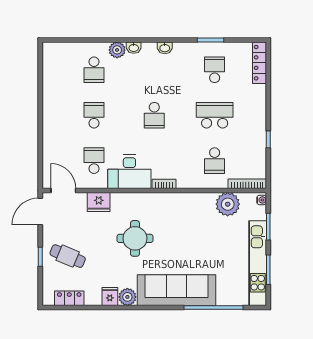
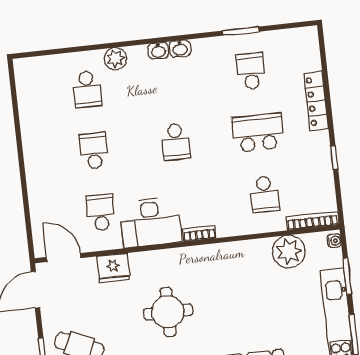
washbasin: (134, 48) -> (158, 51), moved
locker: (260, 63) -> (316, 101), moved

